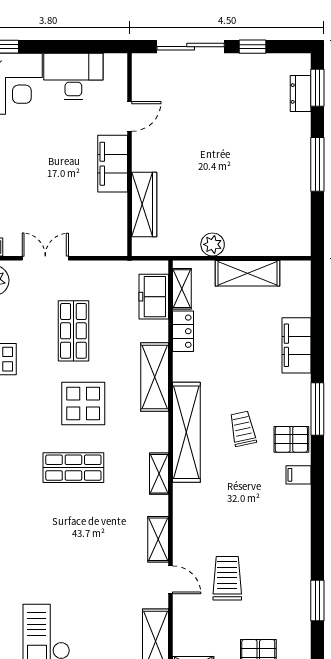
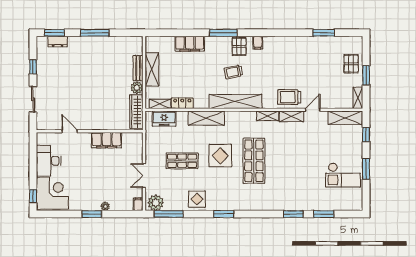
sliding door: (191, 47) -> (33, 99), width x0.73
filing cabinet: (113, 164) -> (107, 140), moved
wardrobe: (144, 205) -> (136, 112), moved, turned -90
bench: (250, 247) -> (138, 68), added
shop shelf: (73, 468) -> (254, 161), width x1.43, depth x1.36
shelving: (159, 474) -> (268, 116), moved
trolley: (227, 578) -> (289, 97), moved

